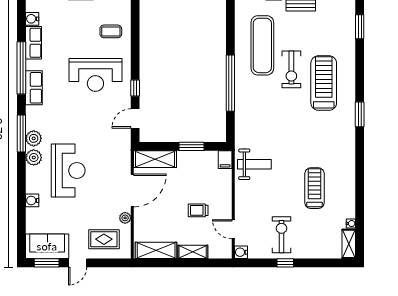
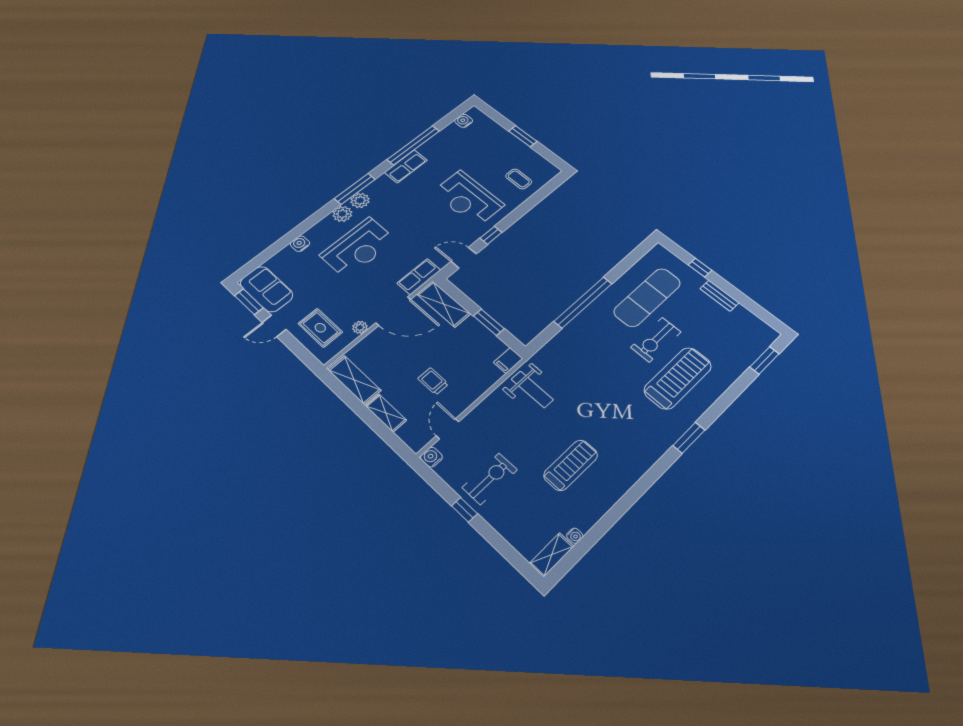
row of seats: (34, 43) -> (419, 277), moved, turned 180

